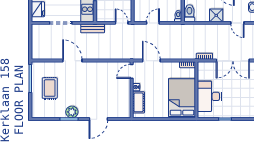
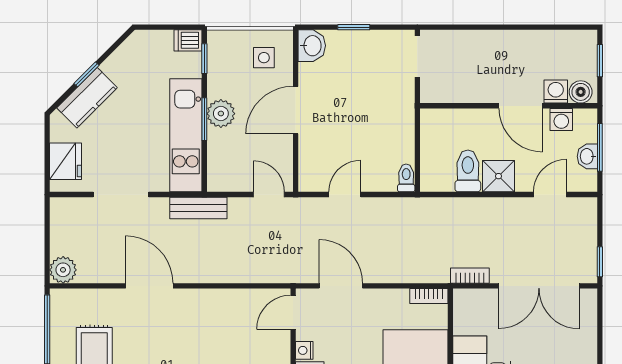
toilet: (189, 13) -> (468, 171), moved
door: (237, 23) -> (550, 195), swing flipped
plant: (37, 54) -> (63, 270), added

